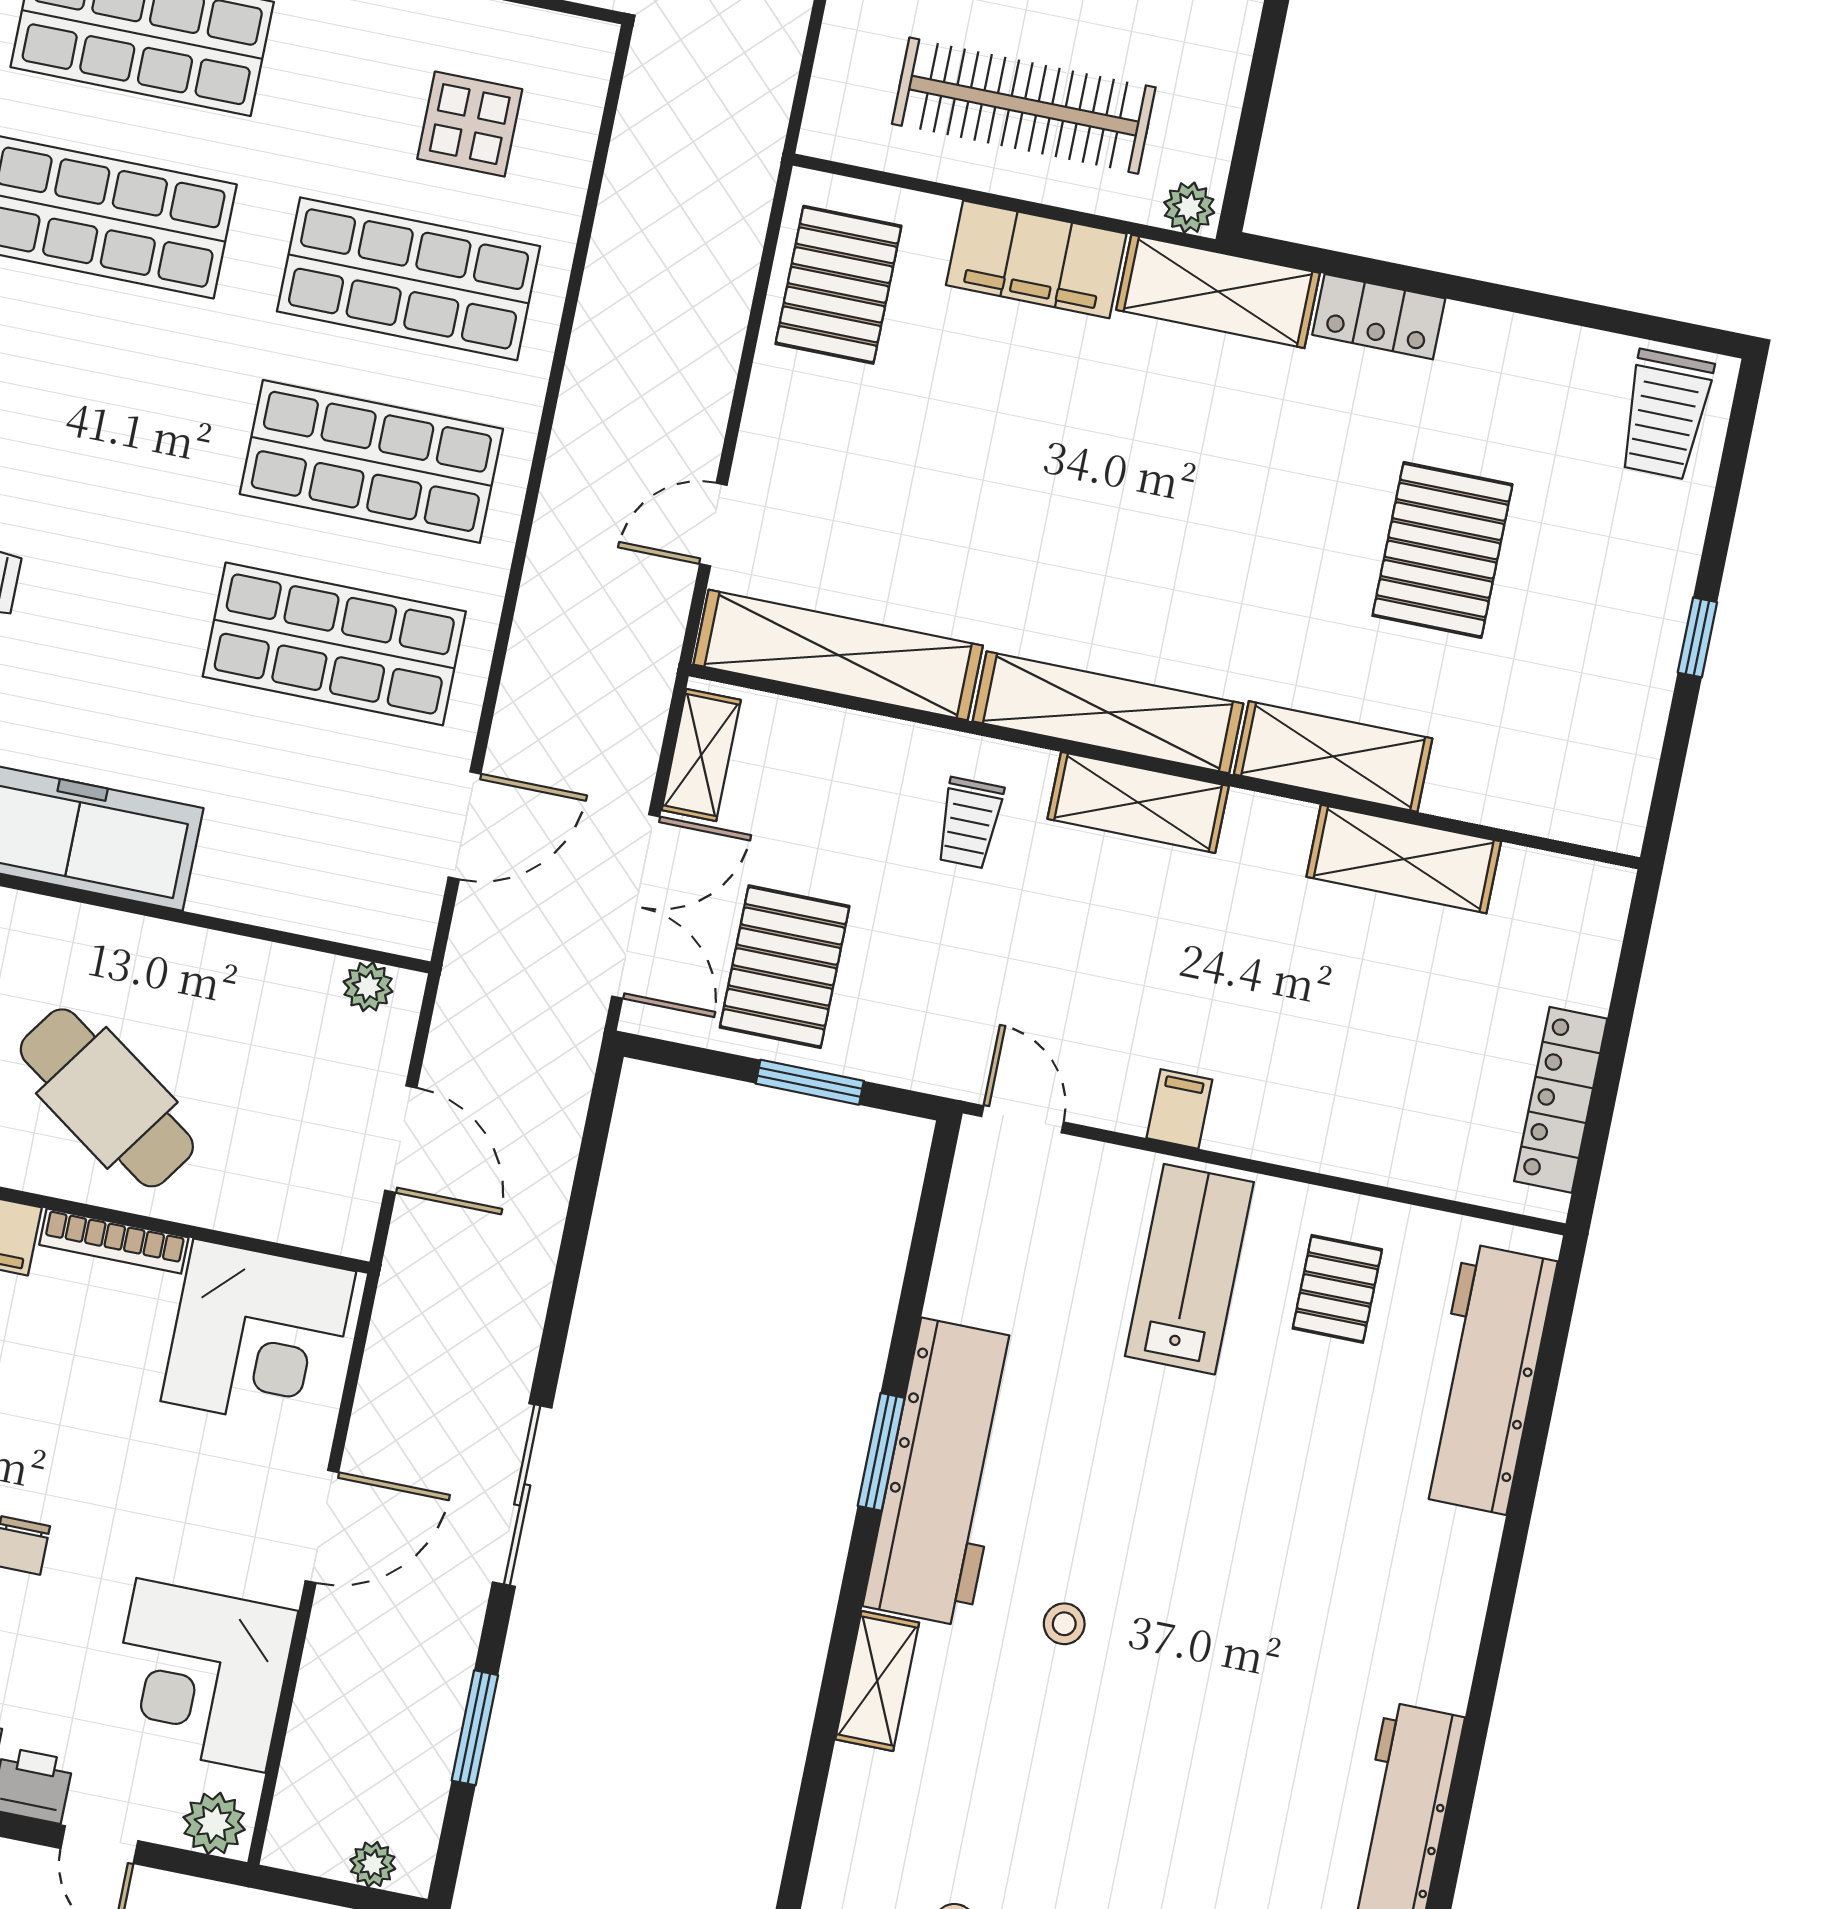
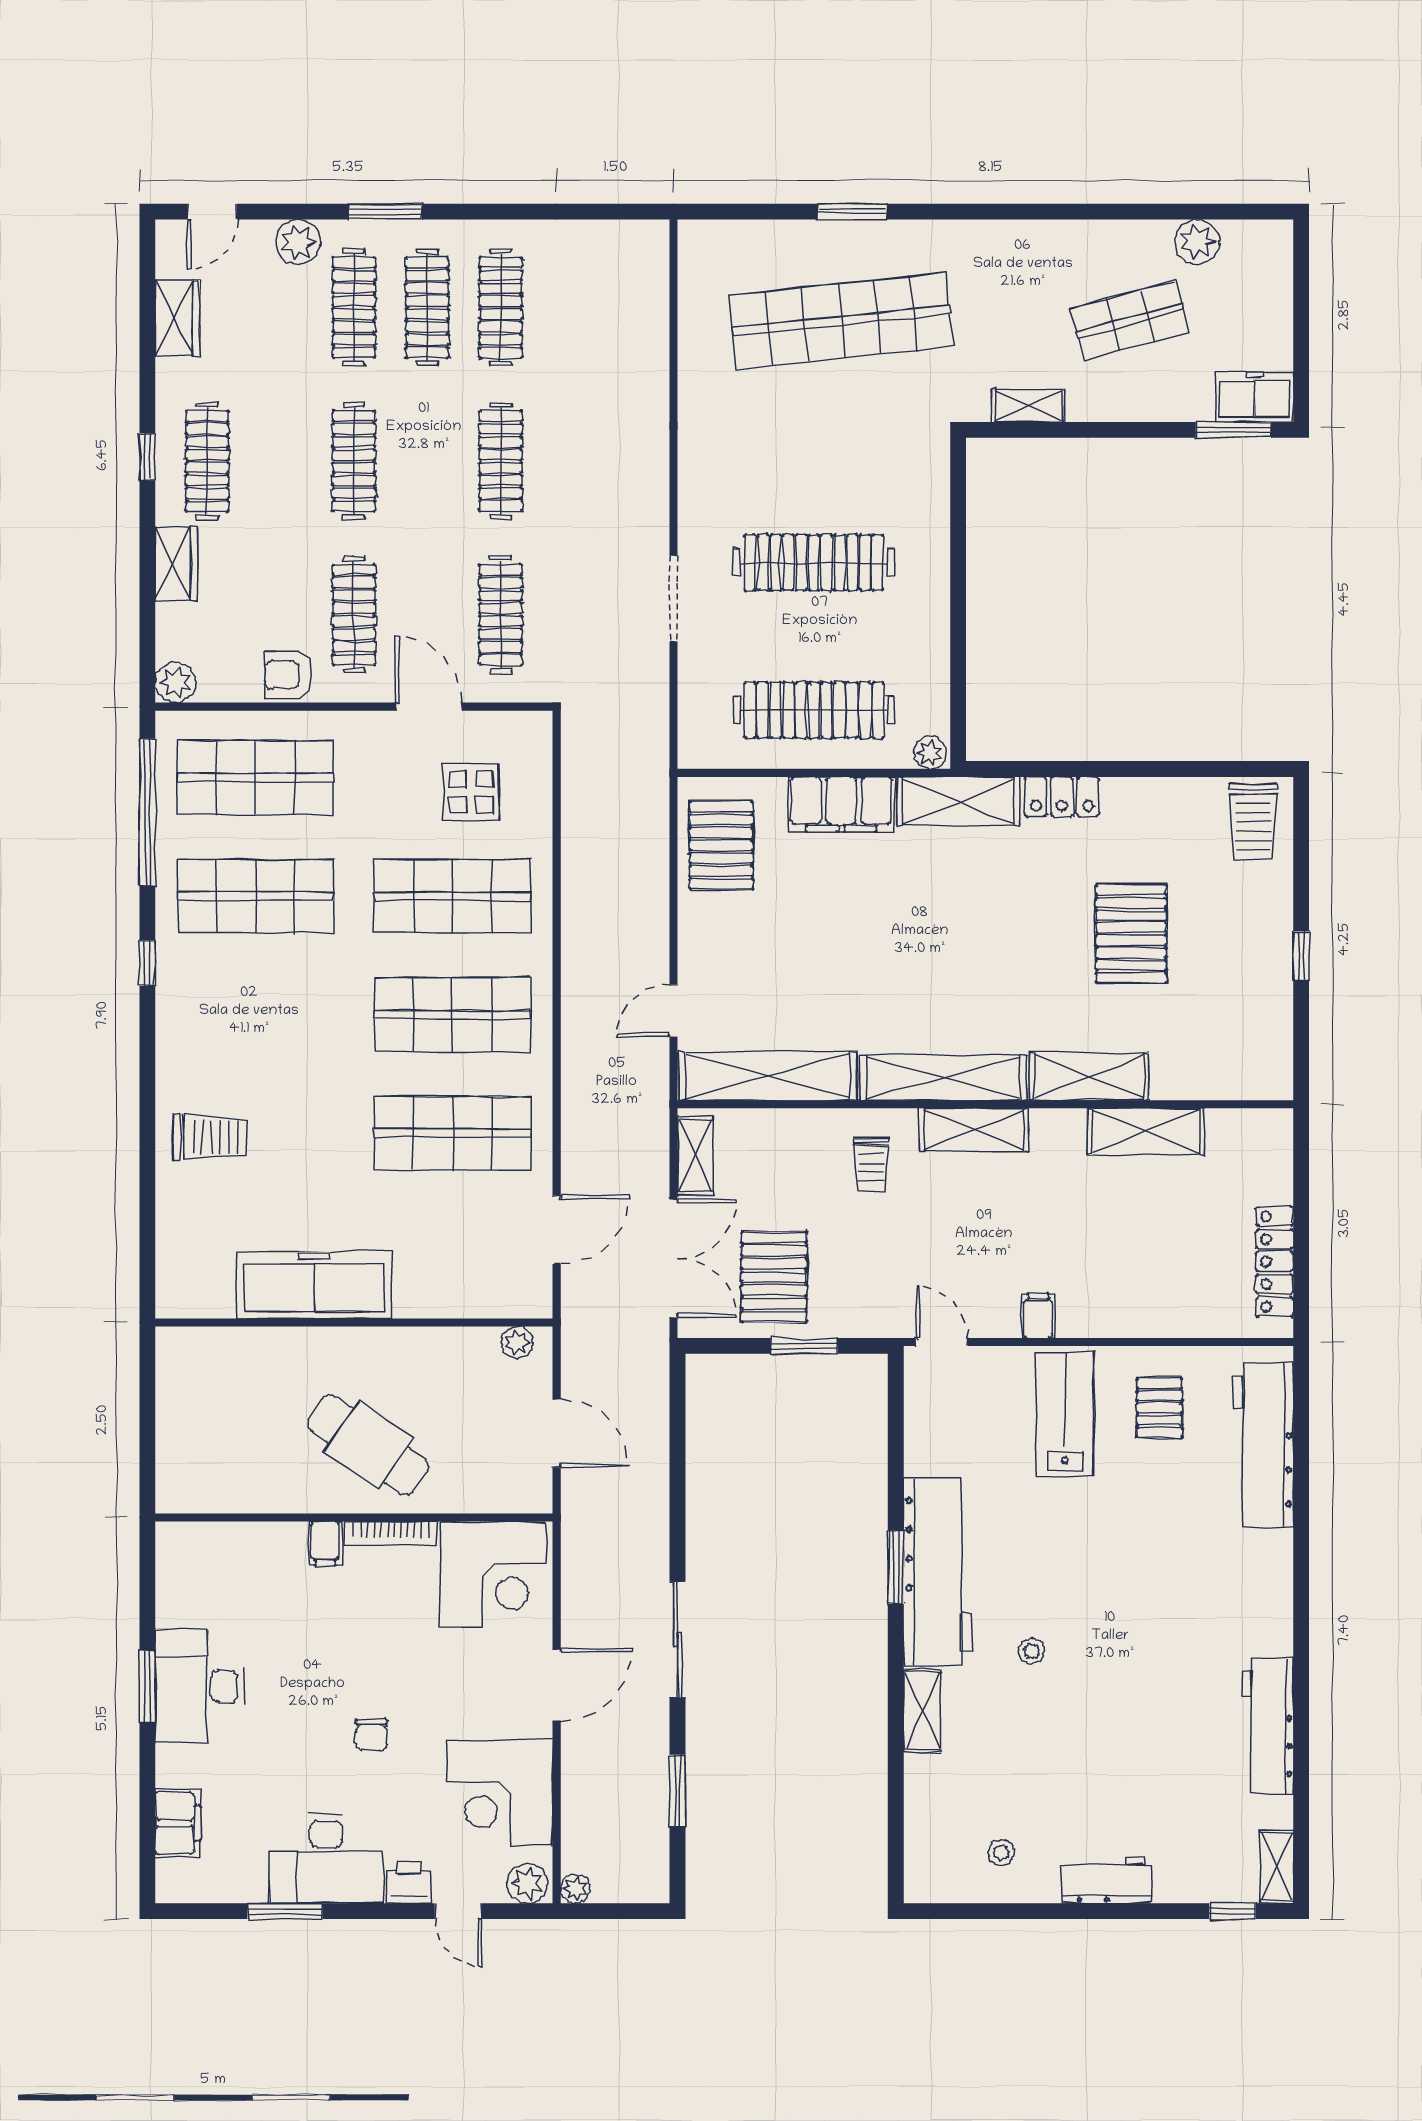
plant: (373, 1864) -> (575, 1889), moved

